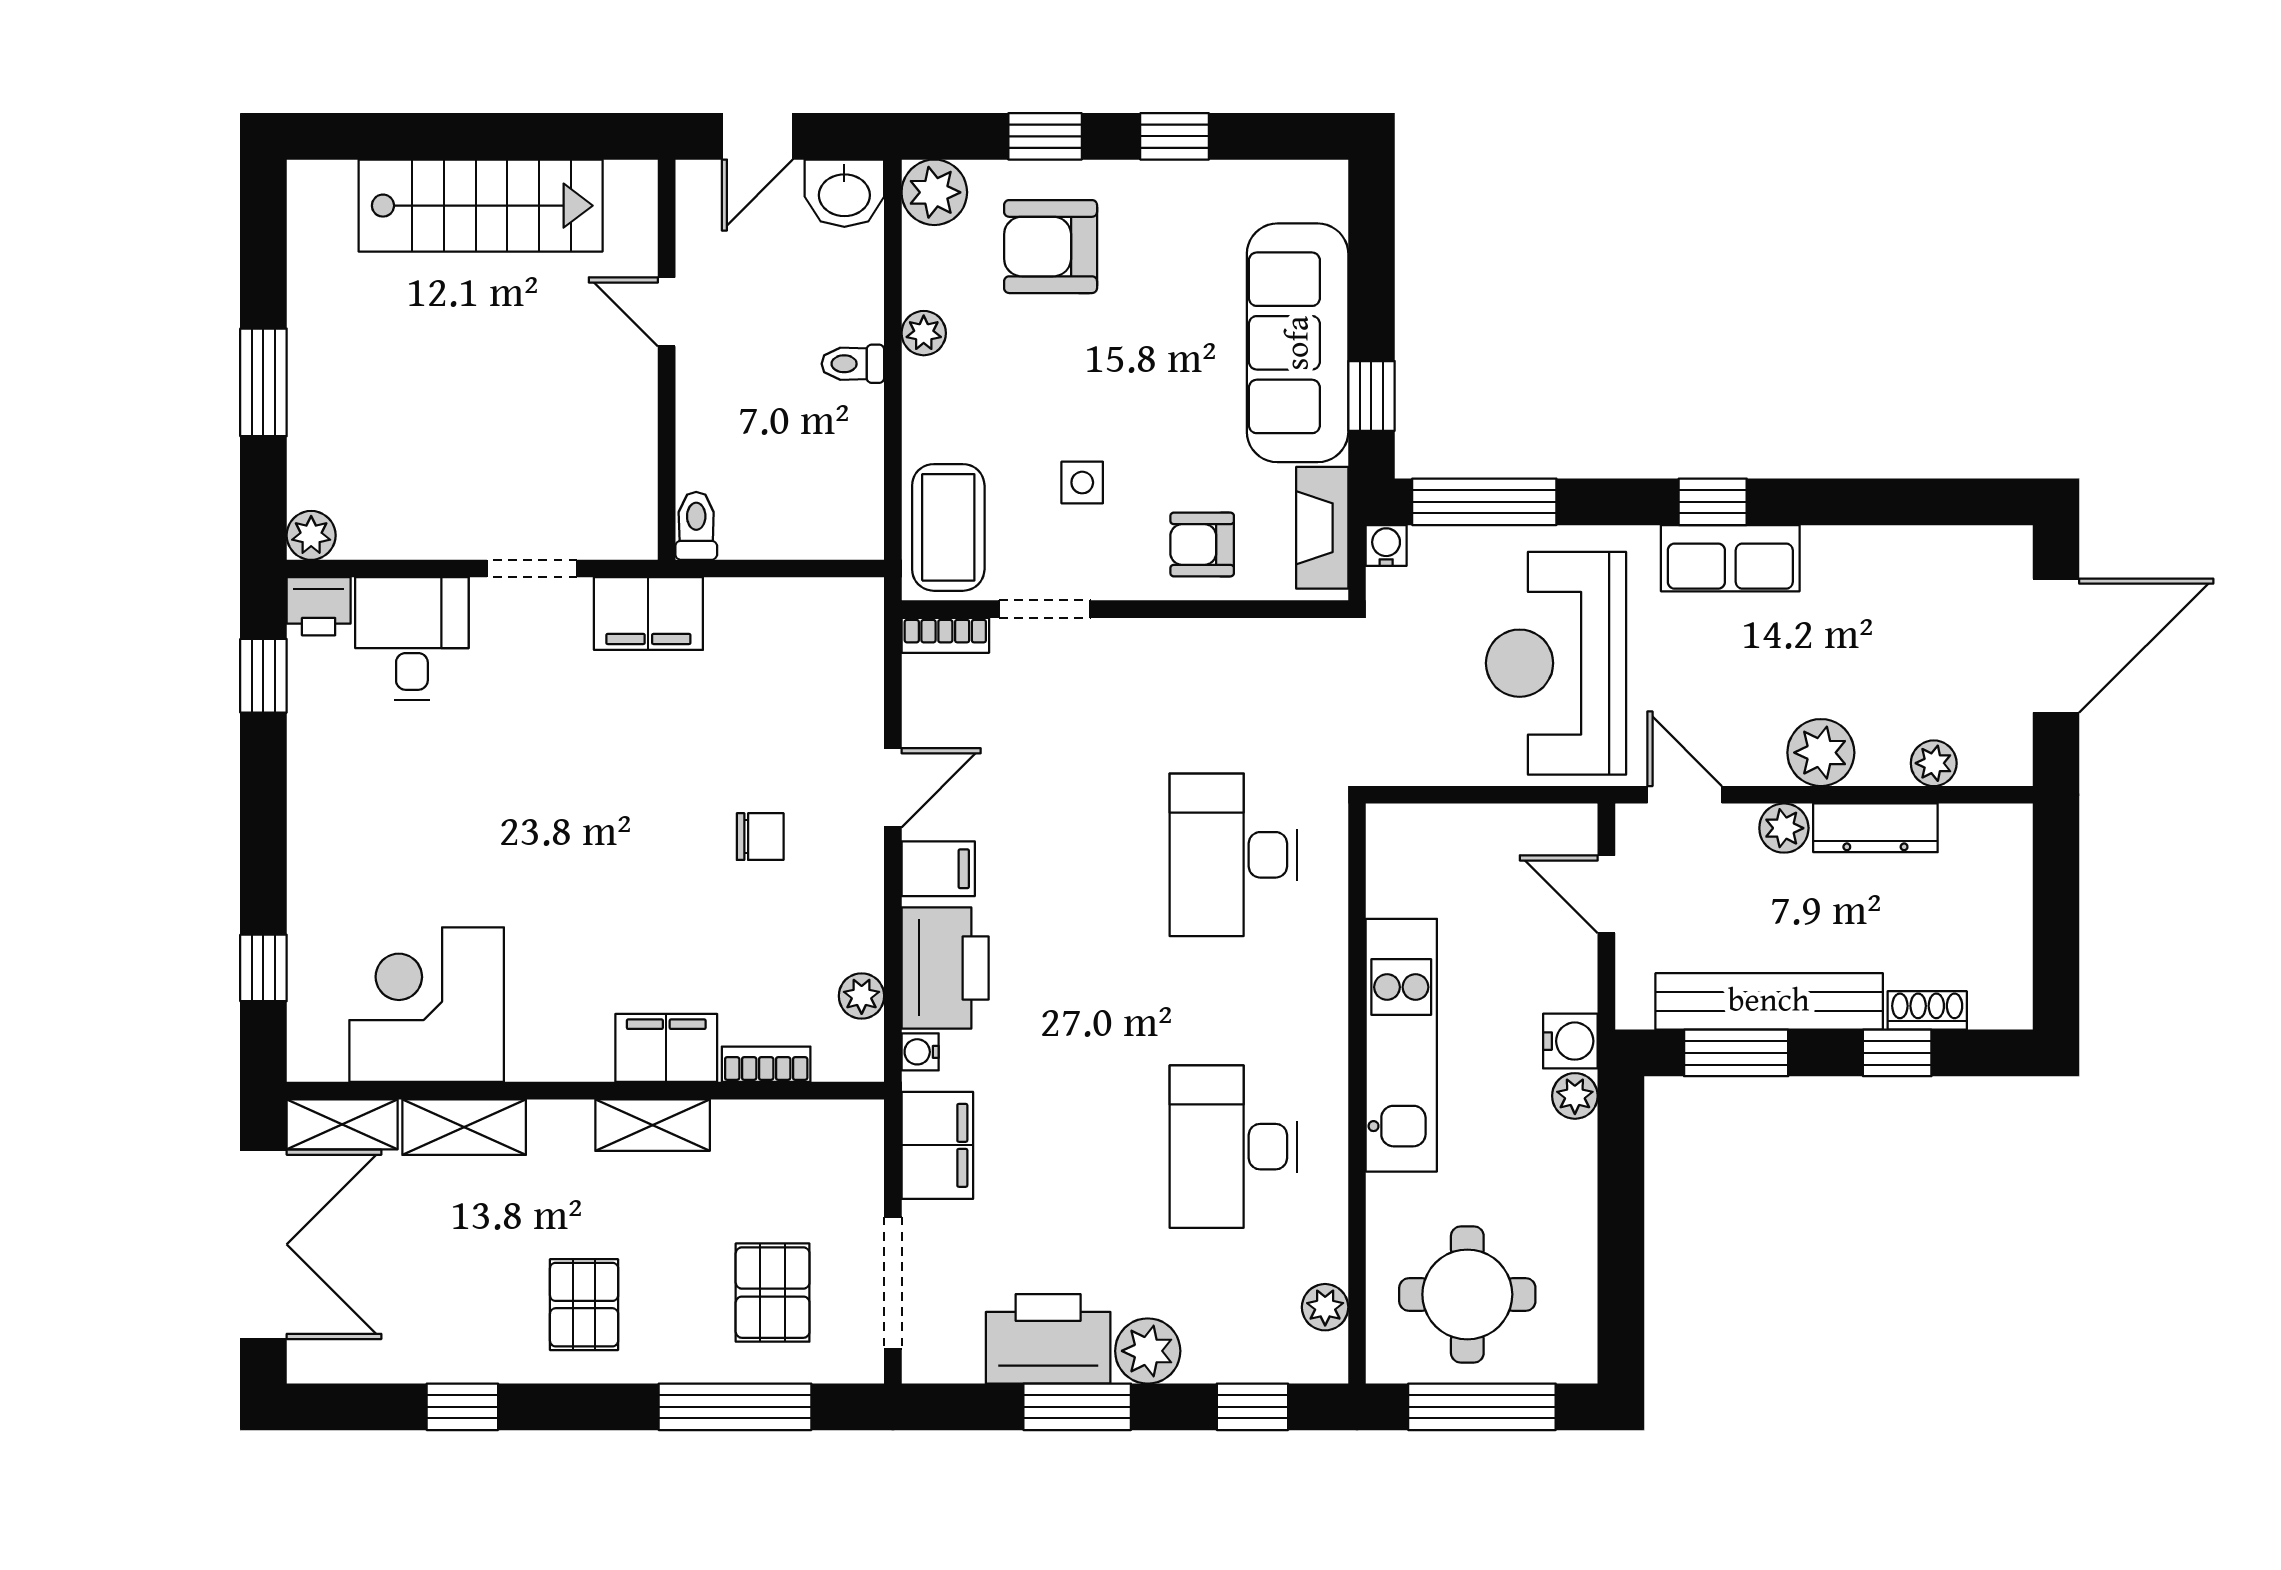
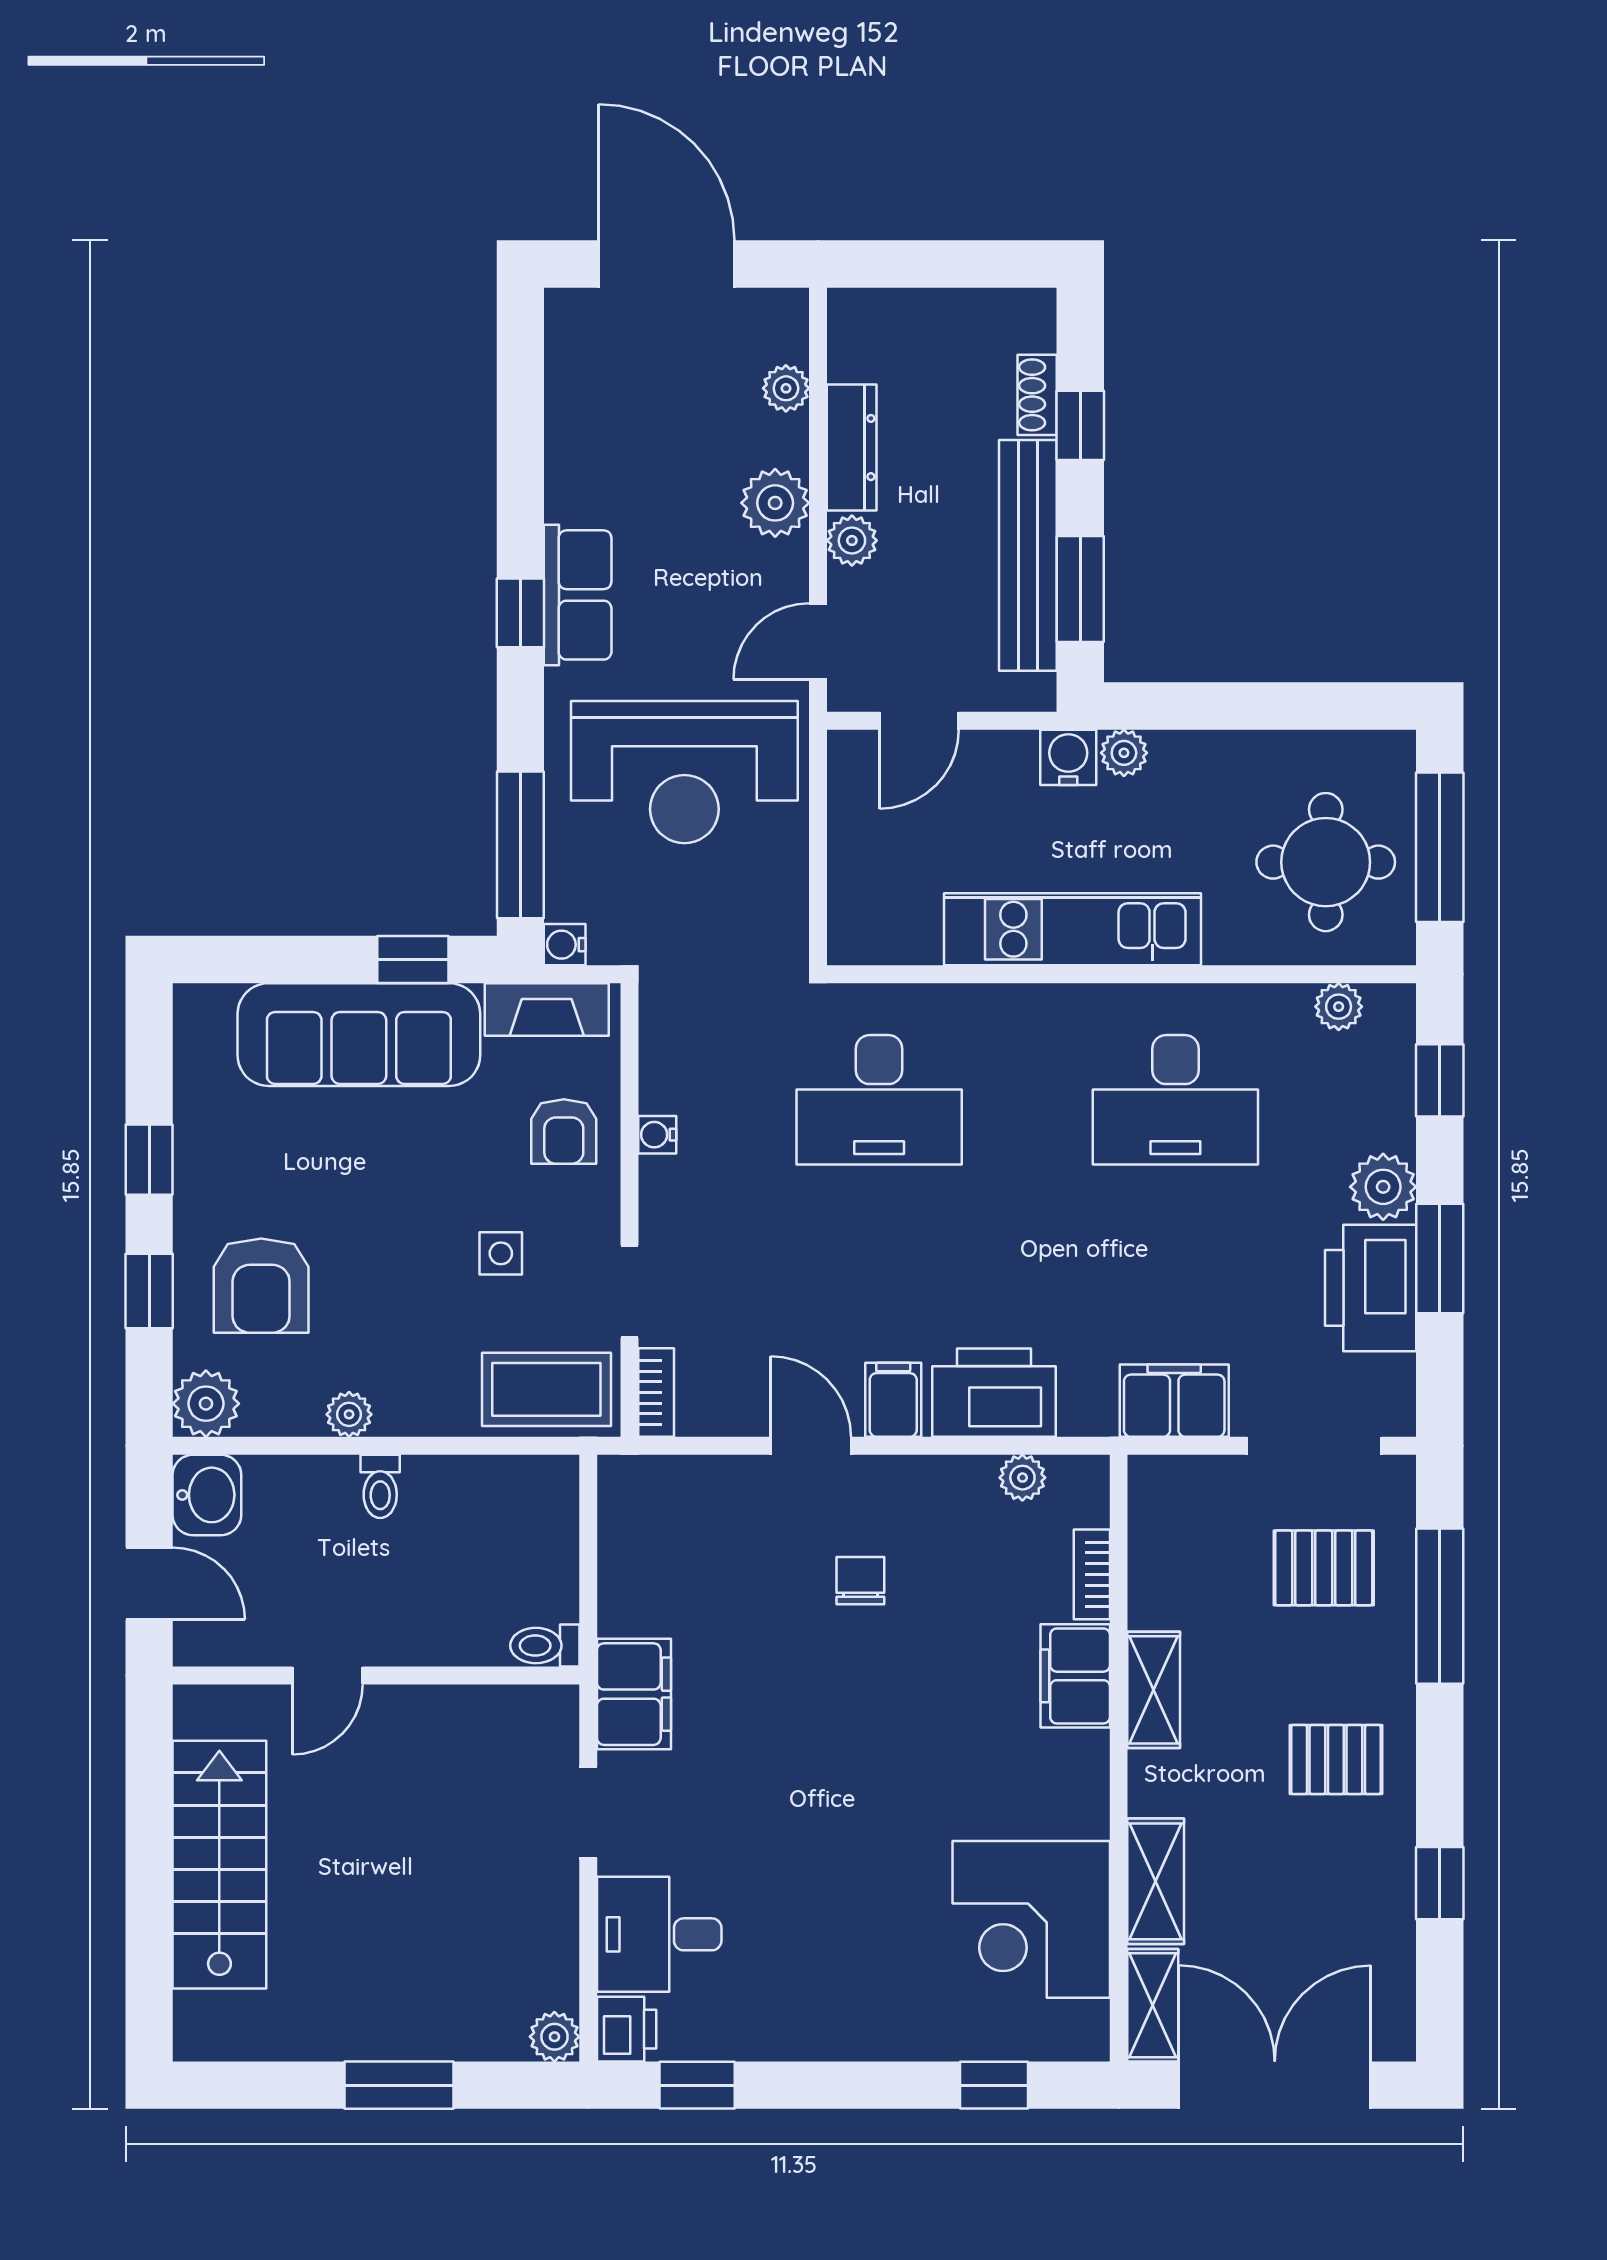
water cooler: (920, 1052) -> (657, 1135), moved, turned 90

